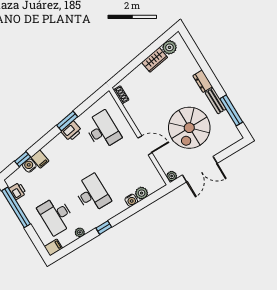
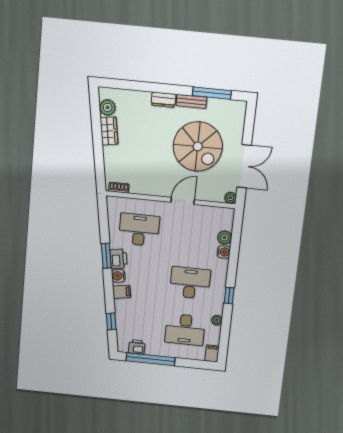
filing cabinet: (40, 159) -> (122, 292), moved
water cooler: (29, 166) -> (118, 276), moved

